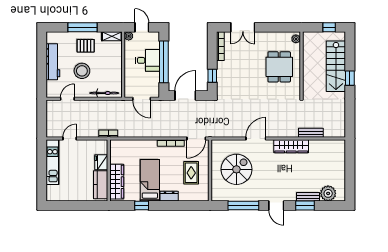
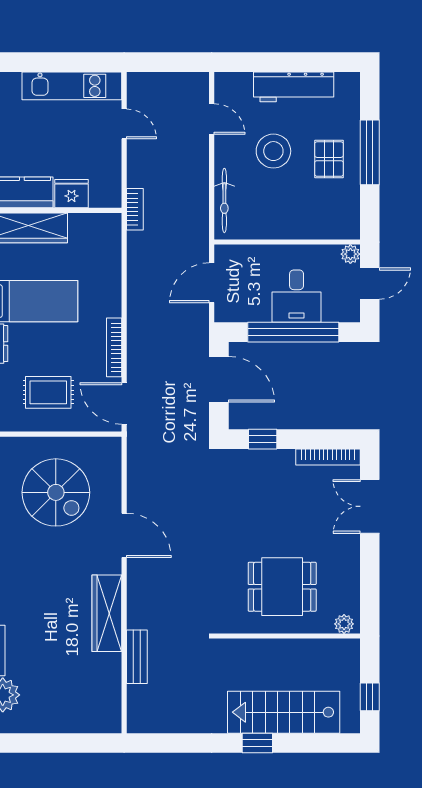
shelving: (112, 36) -> (350, 217), removed

